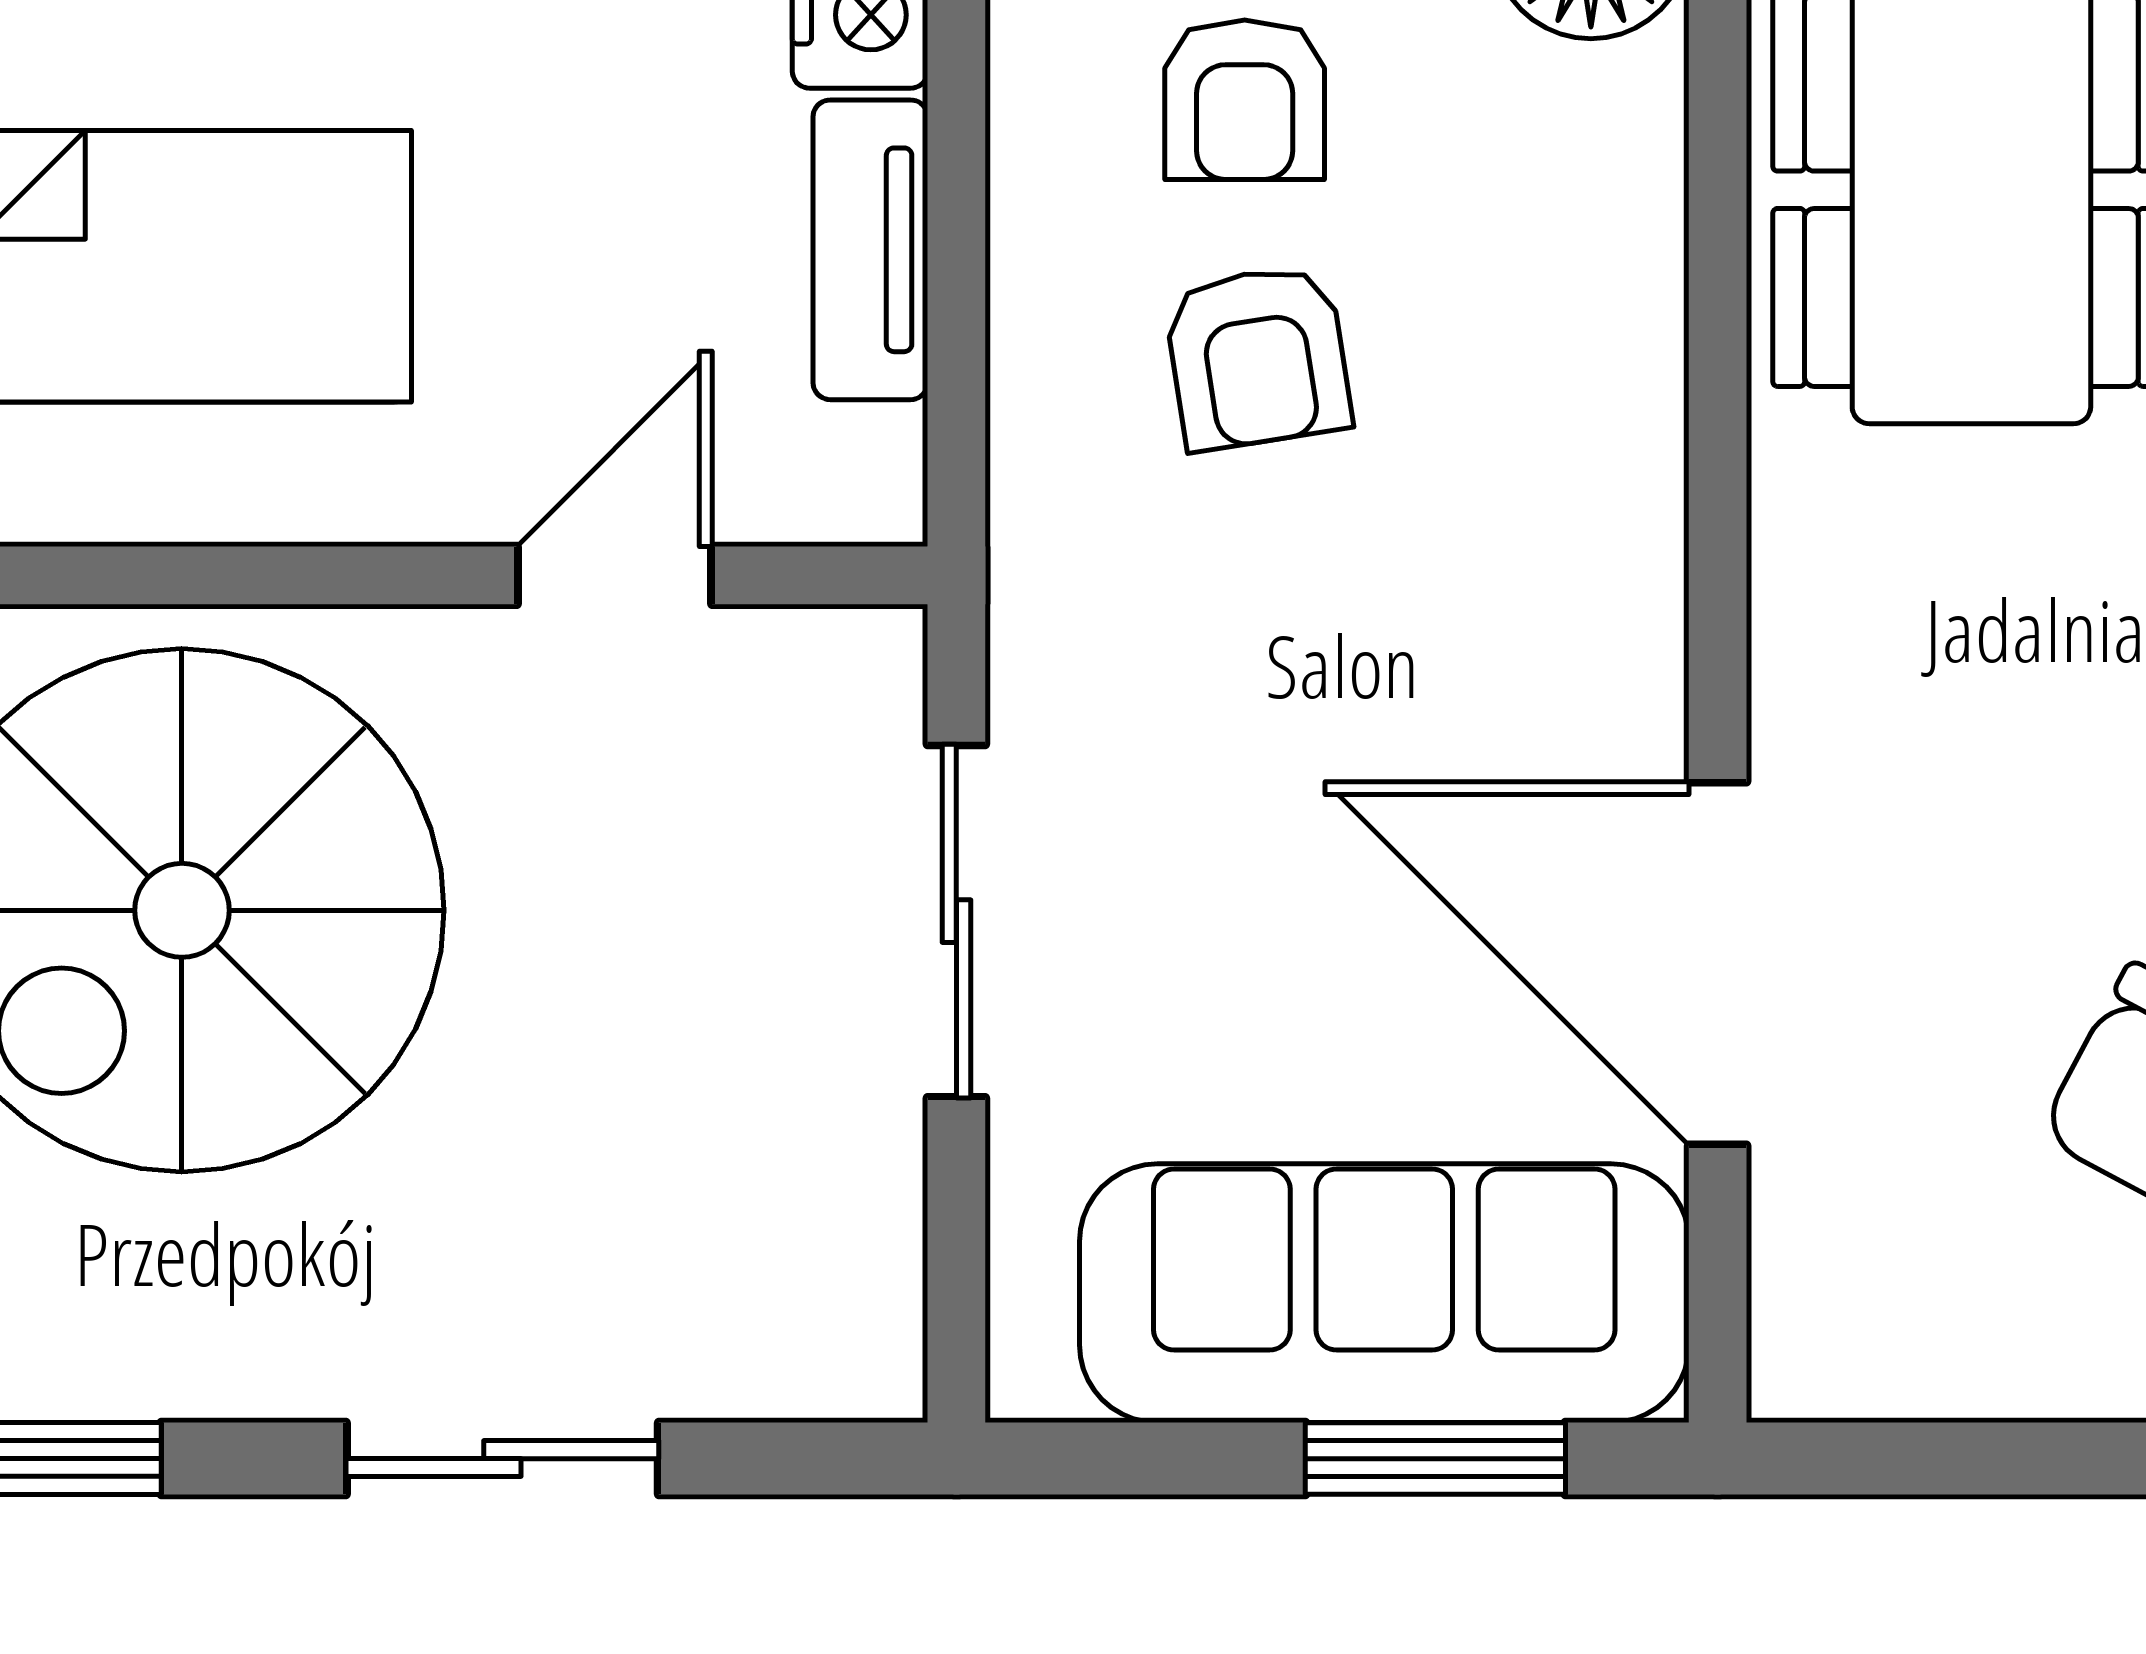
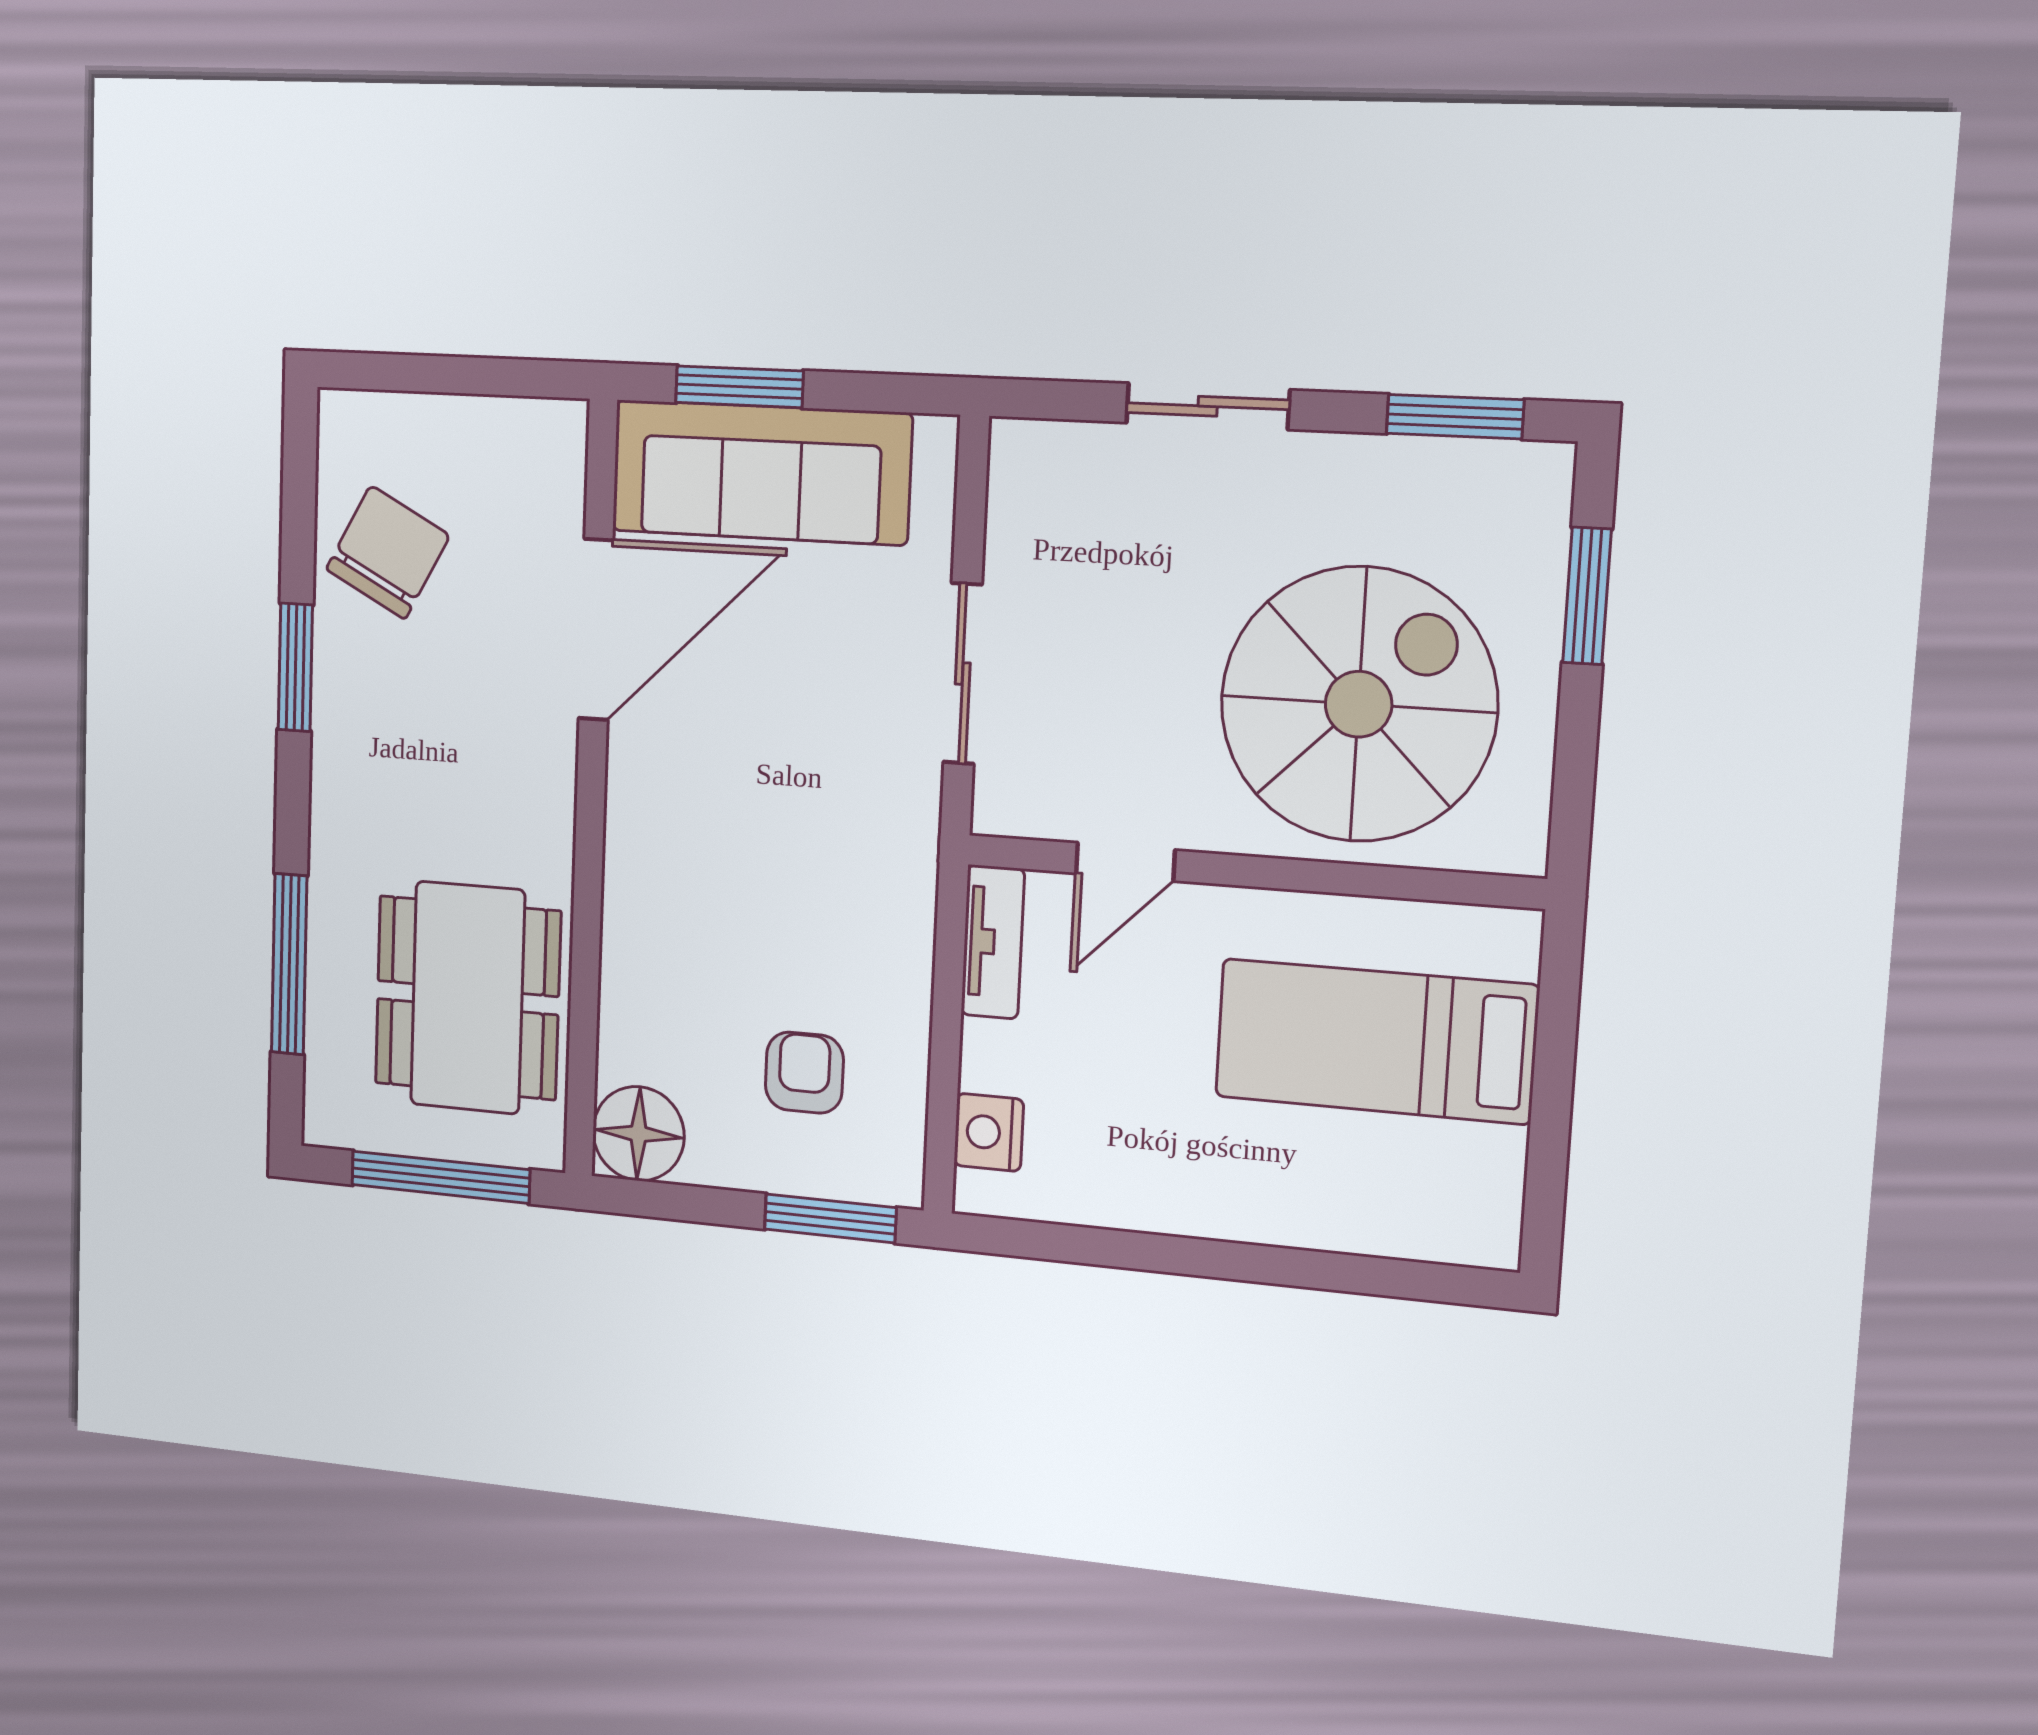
tv unit: (870, 250) -> (993, 942), moved
armchair: (1258, 357) -> (803, 946), removed
door: (1718, 963) -> (596, 629), hinge flipped

